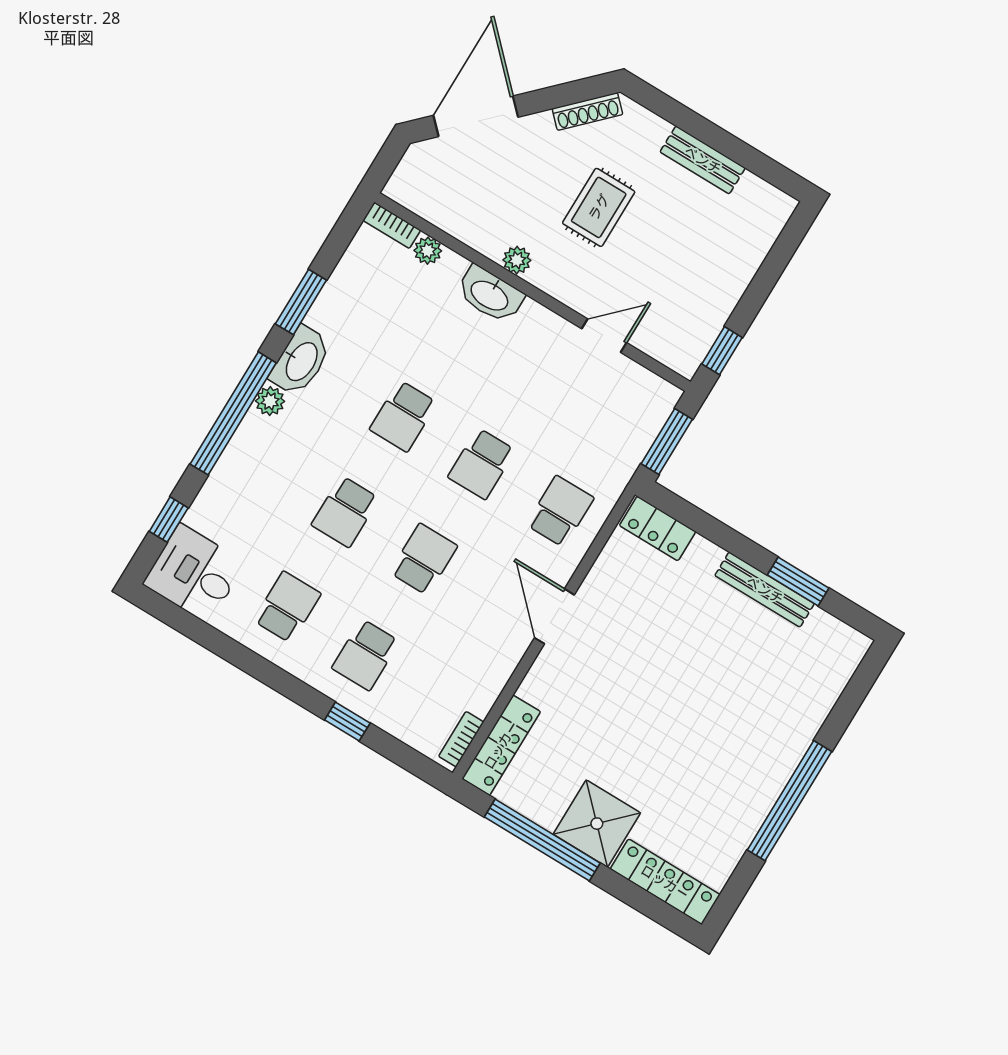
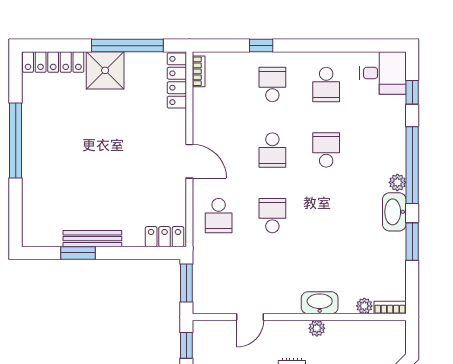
school desk: (403, 416) -> (326, 216), removed

